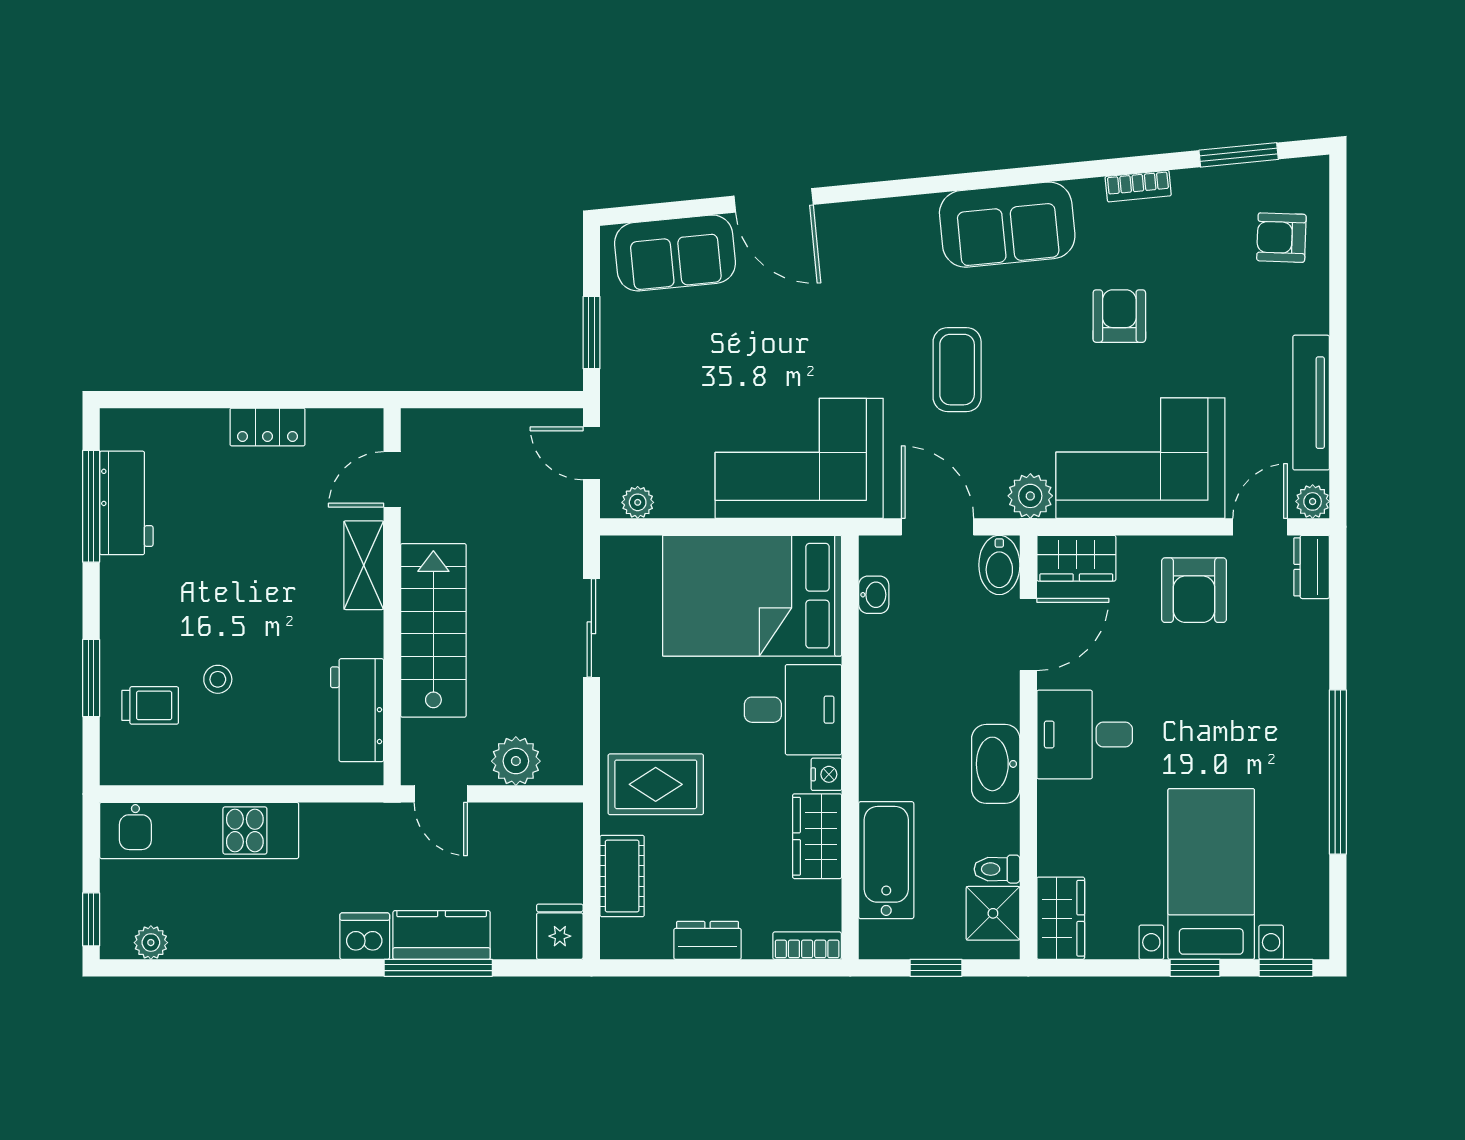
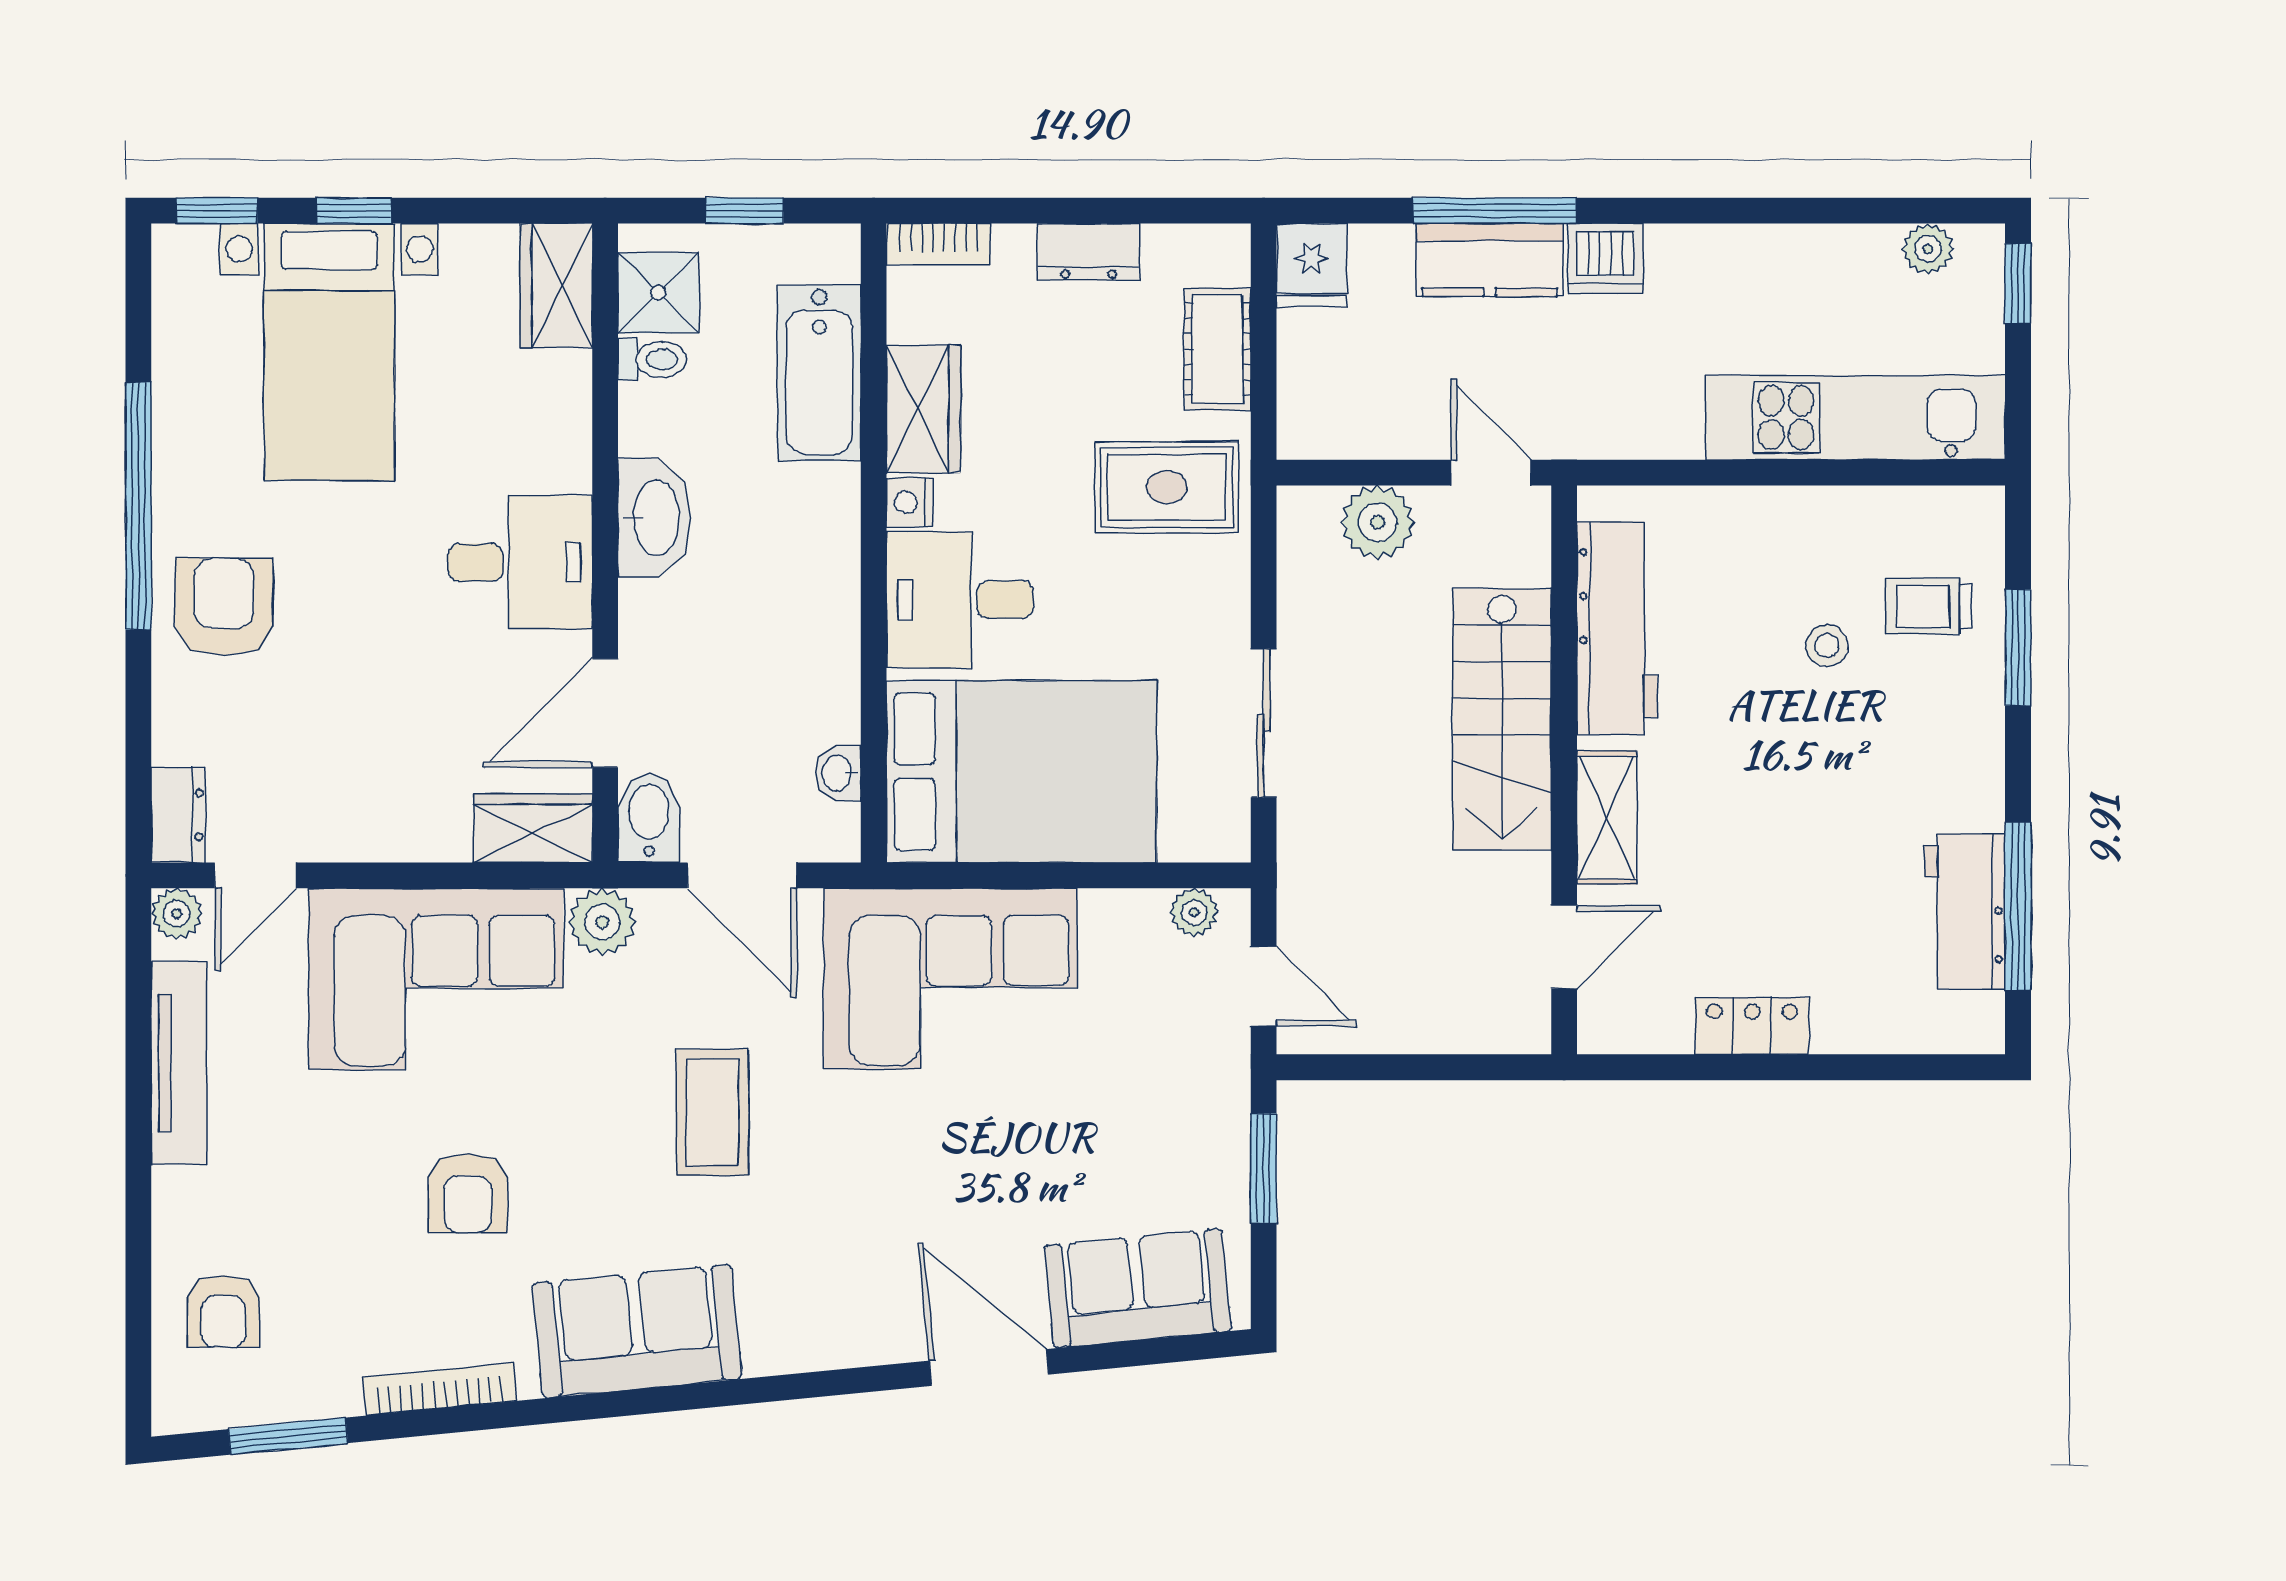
bookcase: (1138, 186) -> (439, 1389), width x1.56
armchair: (1281, 238) -> (224, 1311), turned 88
armchair: (1194, 590) -> (224, 607), moved
workbench: (357, 710) -> (1617, 628), width x1.38

